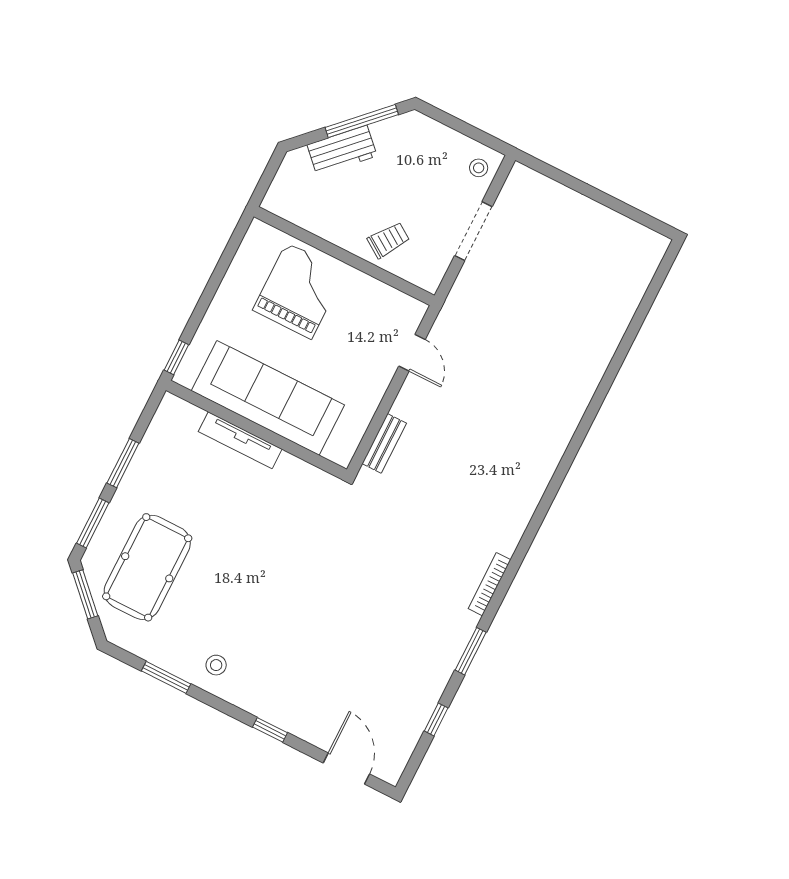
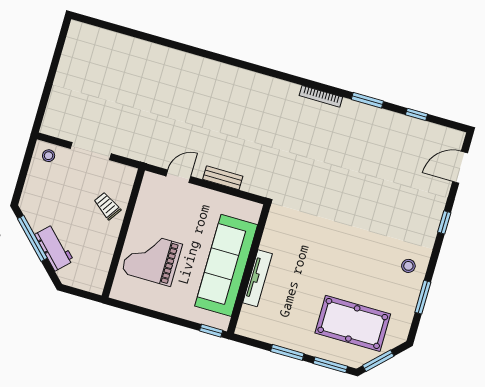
bench: (384, 443) -> (223, 178), moved

